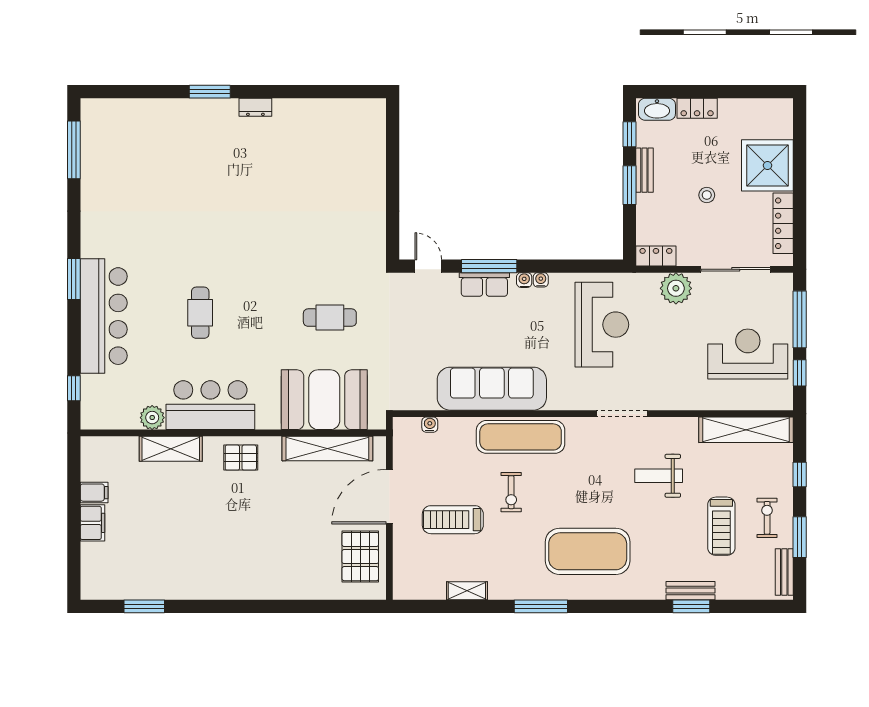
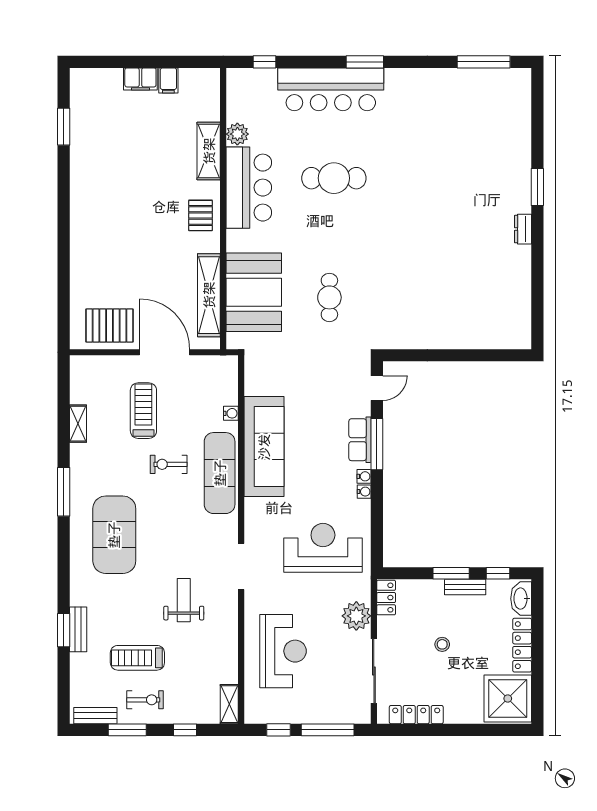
locker: (697, 108) -> (522, 645), width x1.53
shower: (767, 165) -> (508, 699), moved
cafe table: (200, 313) -> (334, 178), width x1.37, depth x1.35
reception desk: (602, 325) -> (323, 548), turned 180
reception desk: (748, 354) -> (283, 651), moved
water cooler: (430, 425) -> (231, 413), moved
shelving: (746, 430) -> (229, 704), width x0.45, depth x0.75

